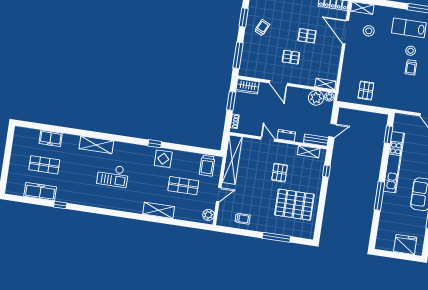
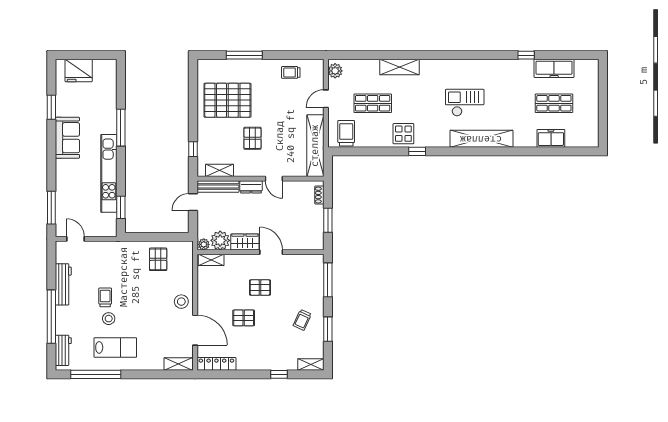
stool: (369, 31) -> (181, 302), moved
wardrobe: (247, 86) -> (245, 242), moved
bench: (316, 140) -> (218, 187), width x1.36
shelving: (96, 145) -> (481, 139), width x1.47

